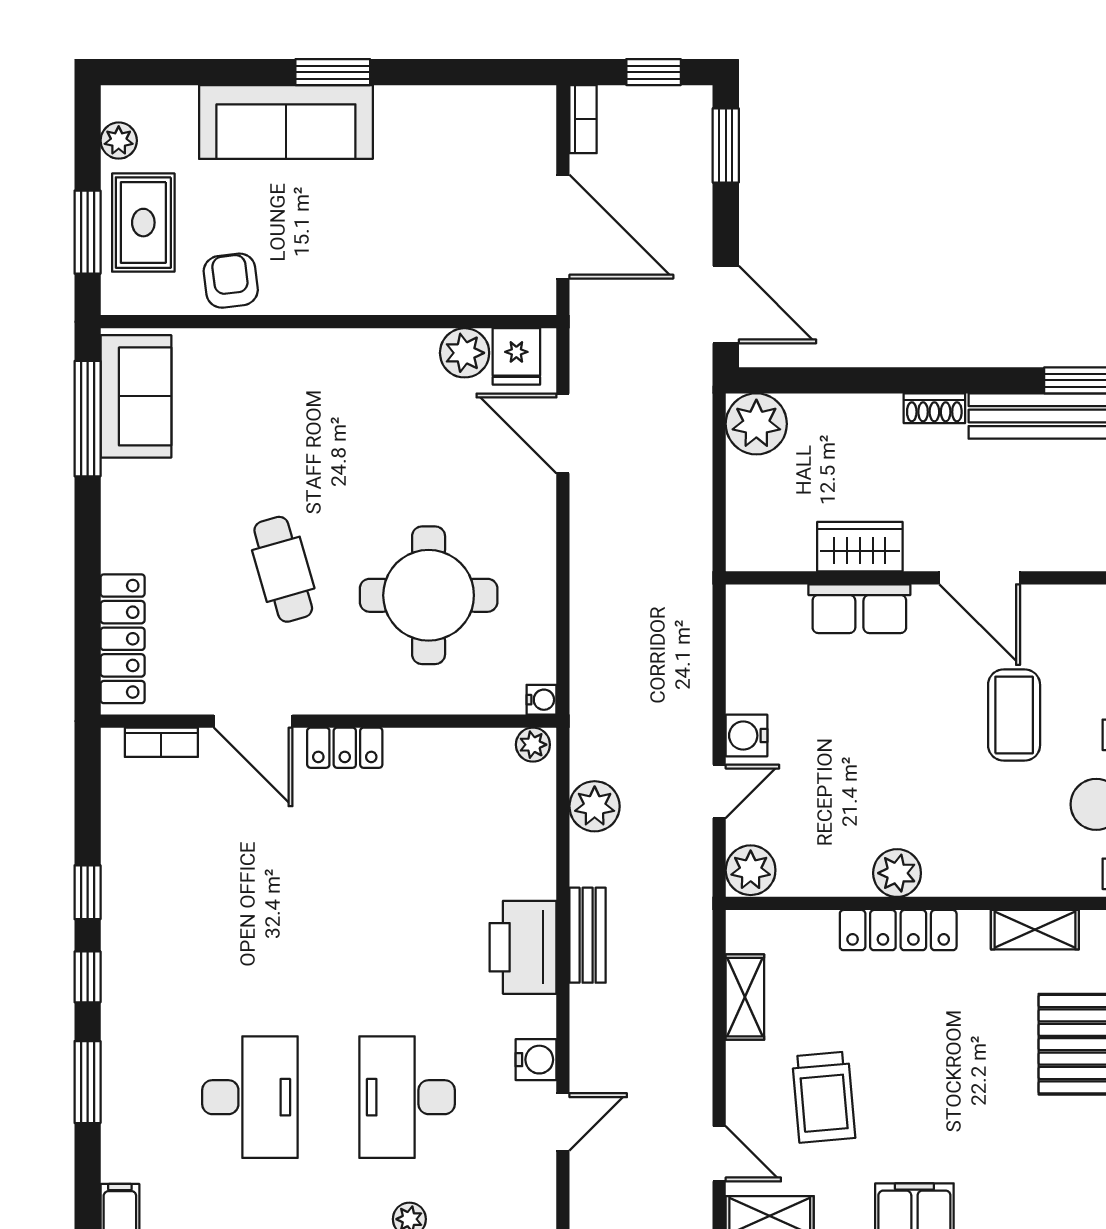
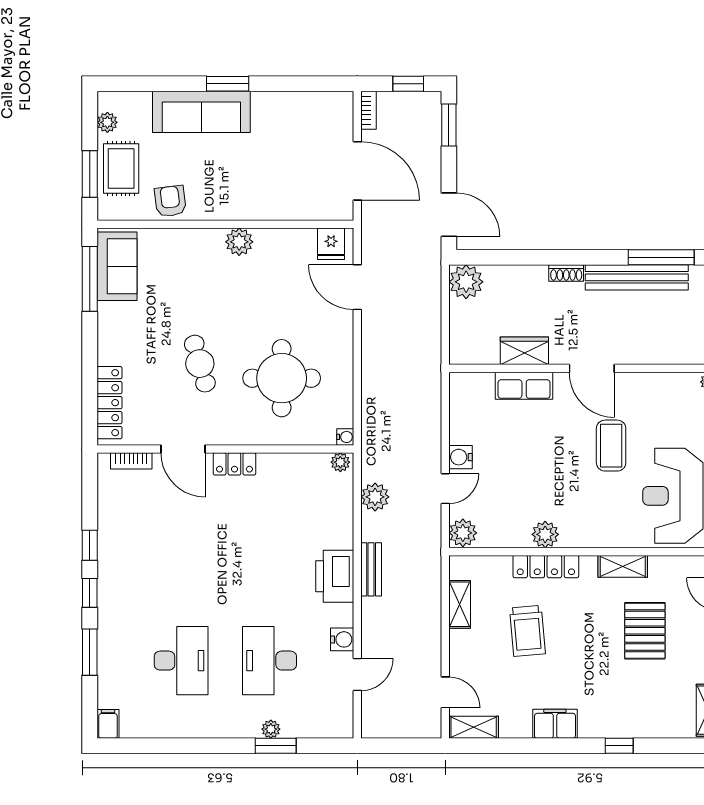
plant: (465, 353) -> (239, 242), moved
trolley: (824, 1097) -> (527, 631), moved

